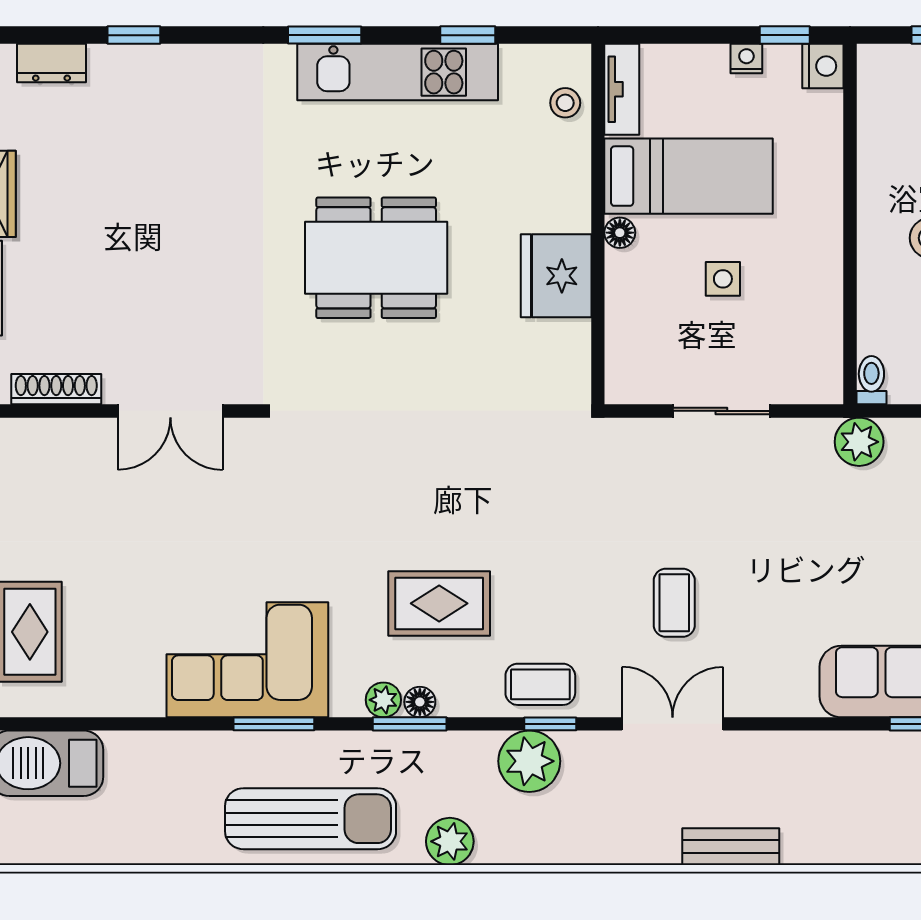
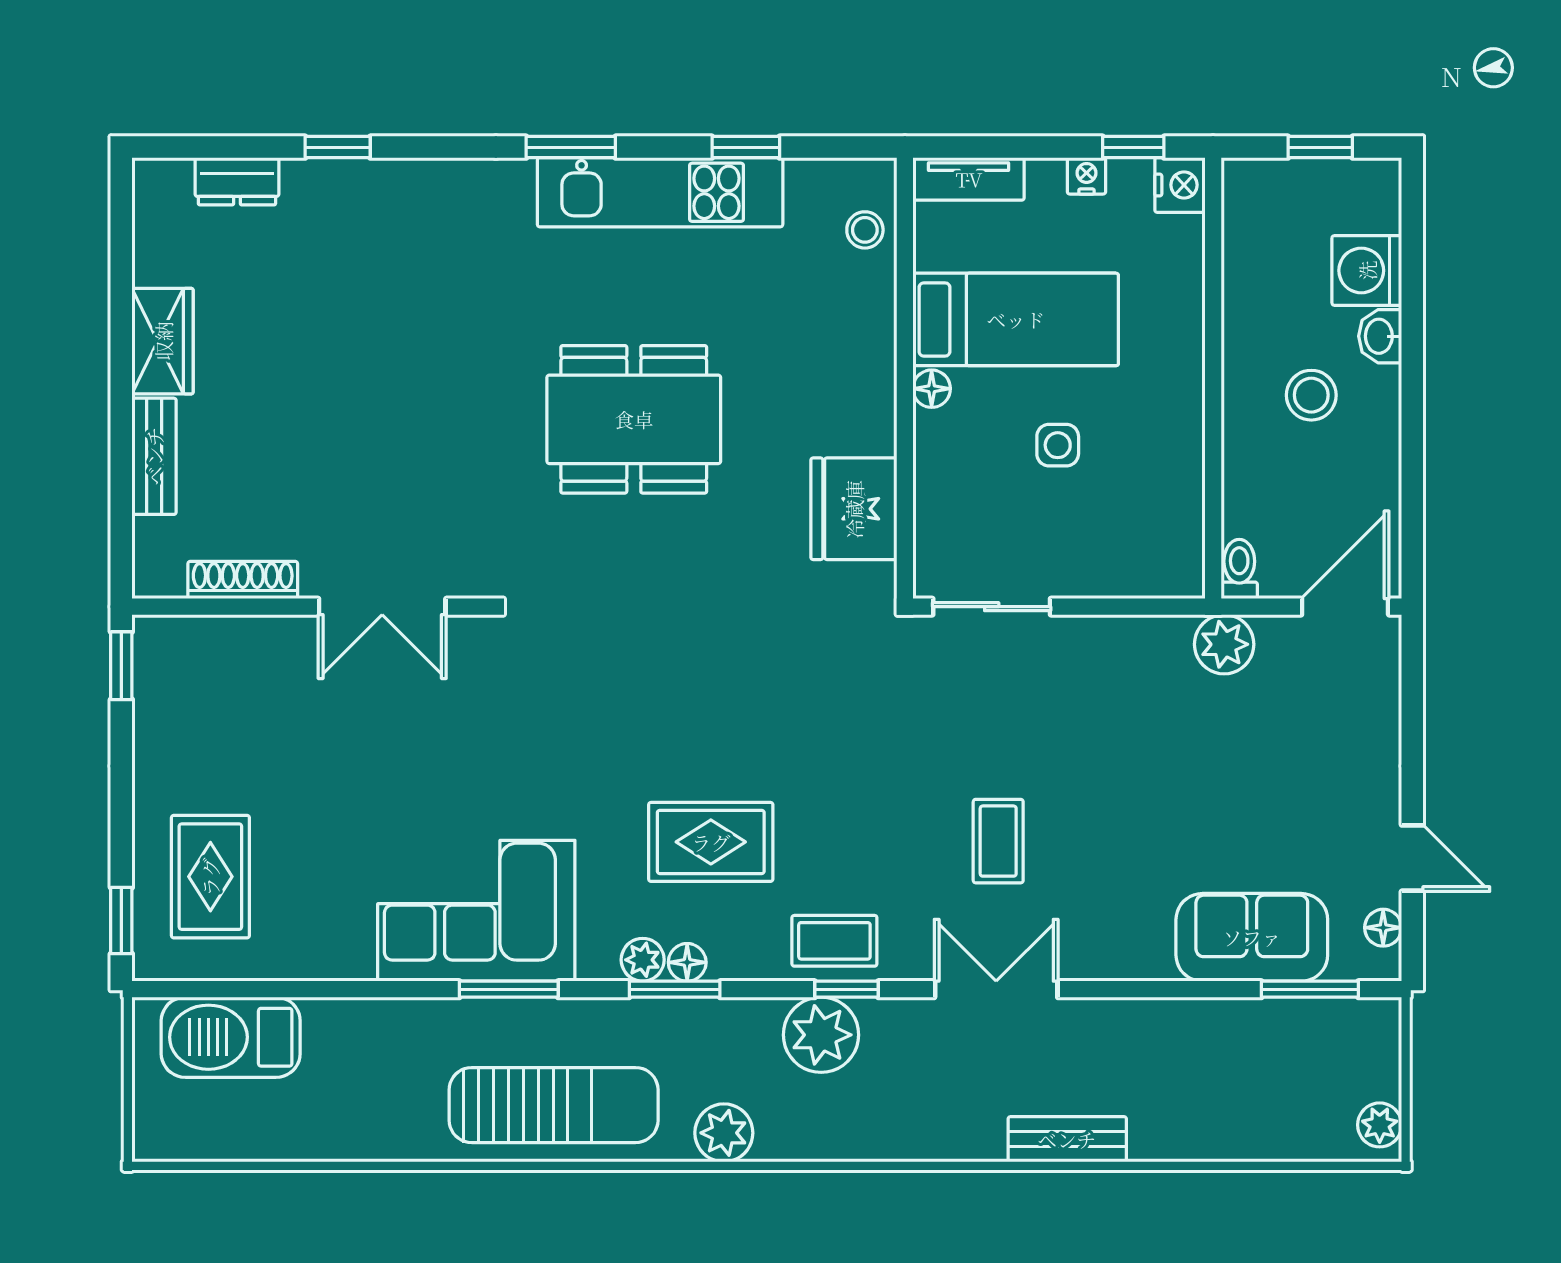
tv unit: (622, 89) -> (969, 179), moved, turned 90
fridge: (556, 276) -> (854, 509), moved
sliding door: (721, 411) -> (992, 607), moved

